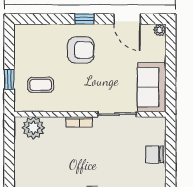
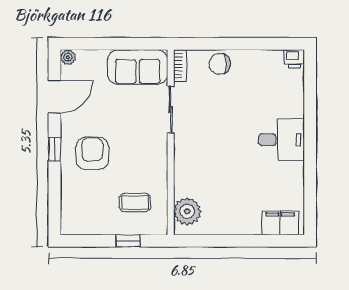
coffee table: (41, 85) -> (135, 203), turned 90
bookcase: (79, 122) -> (180, 66), moved
chair: (154, 154) -> (220, 64), turned 90

